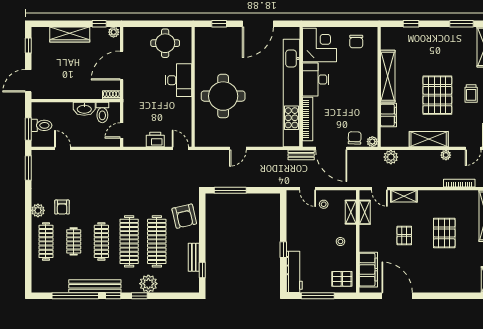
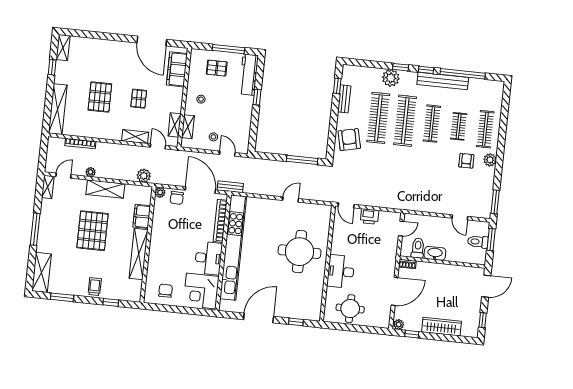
trolley: (471, 94) -> (95, 287), moved
pallet: (342, 279) -> (217, 68), moved

